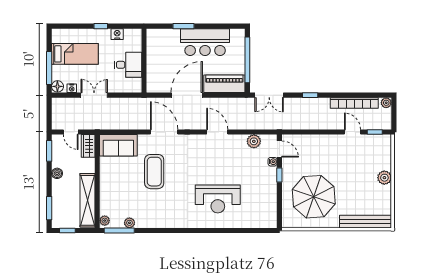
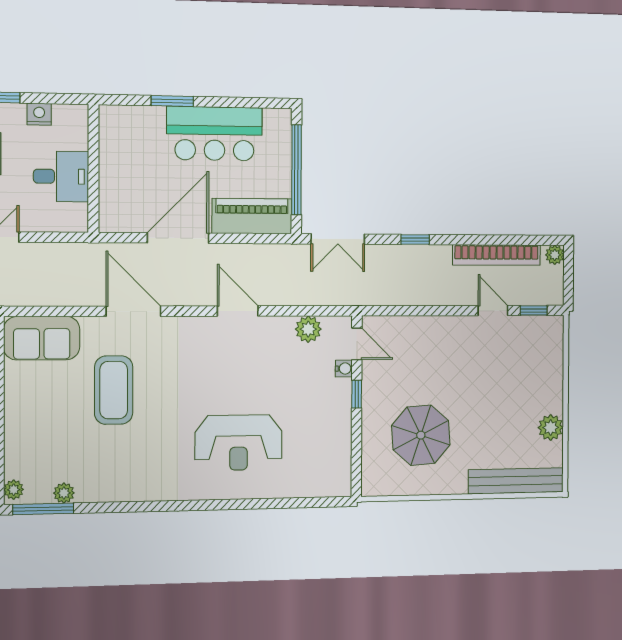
plant: (384, 178) -> (551, 428), moved
parasol: (314, 197) -> (421, 435), width x0.73, depth x0.73

